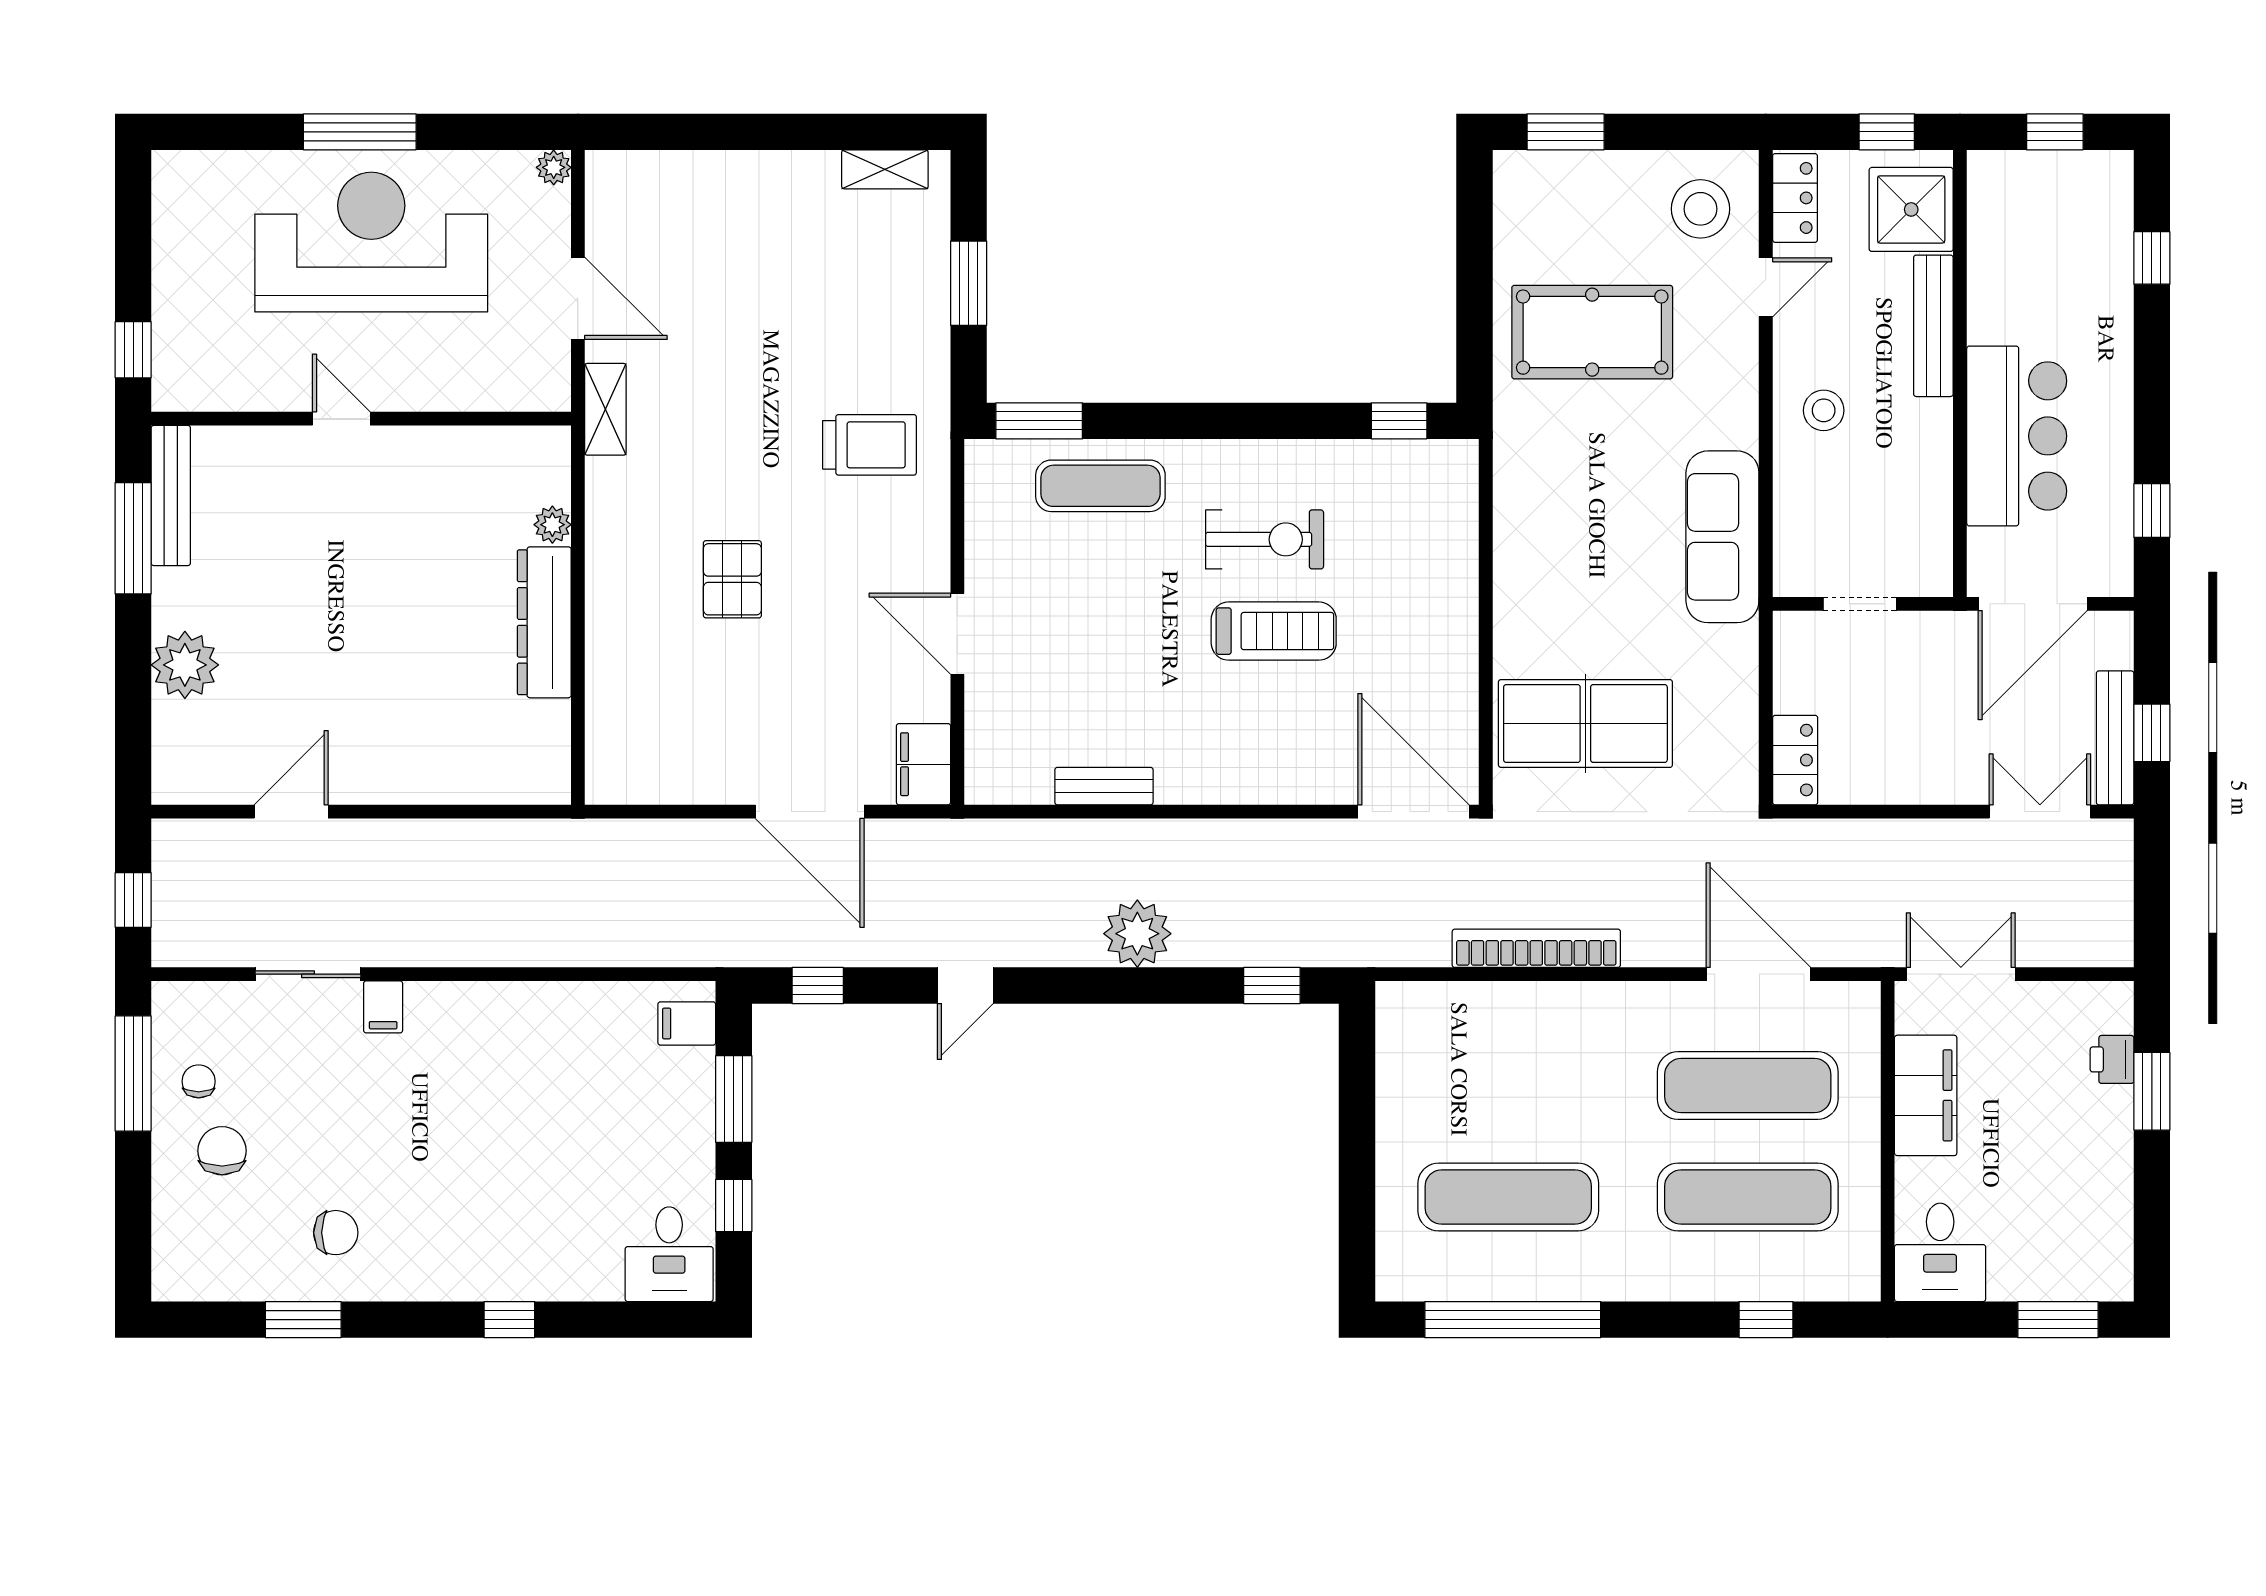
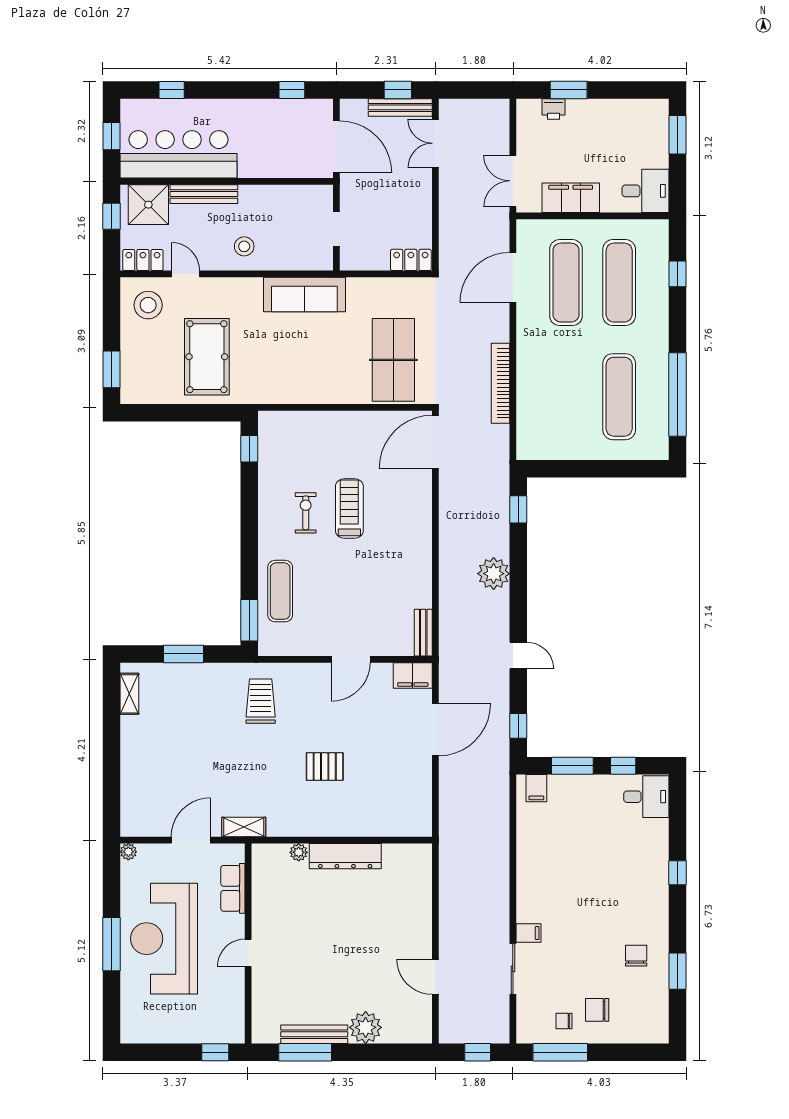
row of seats: (477, 387) -> (233, 888), added
bar counter: (2017, 436) -> (179, 154), moved, width x1.36
bench: (171, 496) -> (314, 1034), moved
exercise bike: (1265, 539) -> (306, 513), width x0.73, depth x0.72
bench: (1104, 786) -> (423, 633), moved

